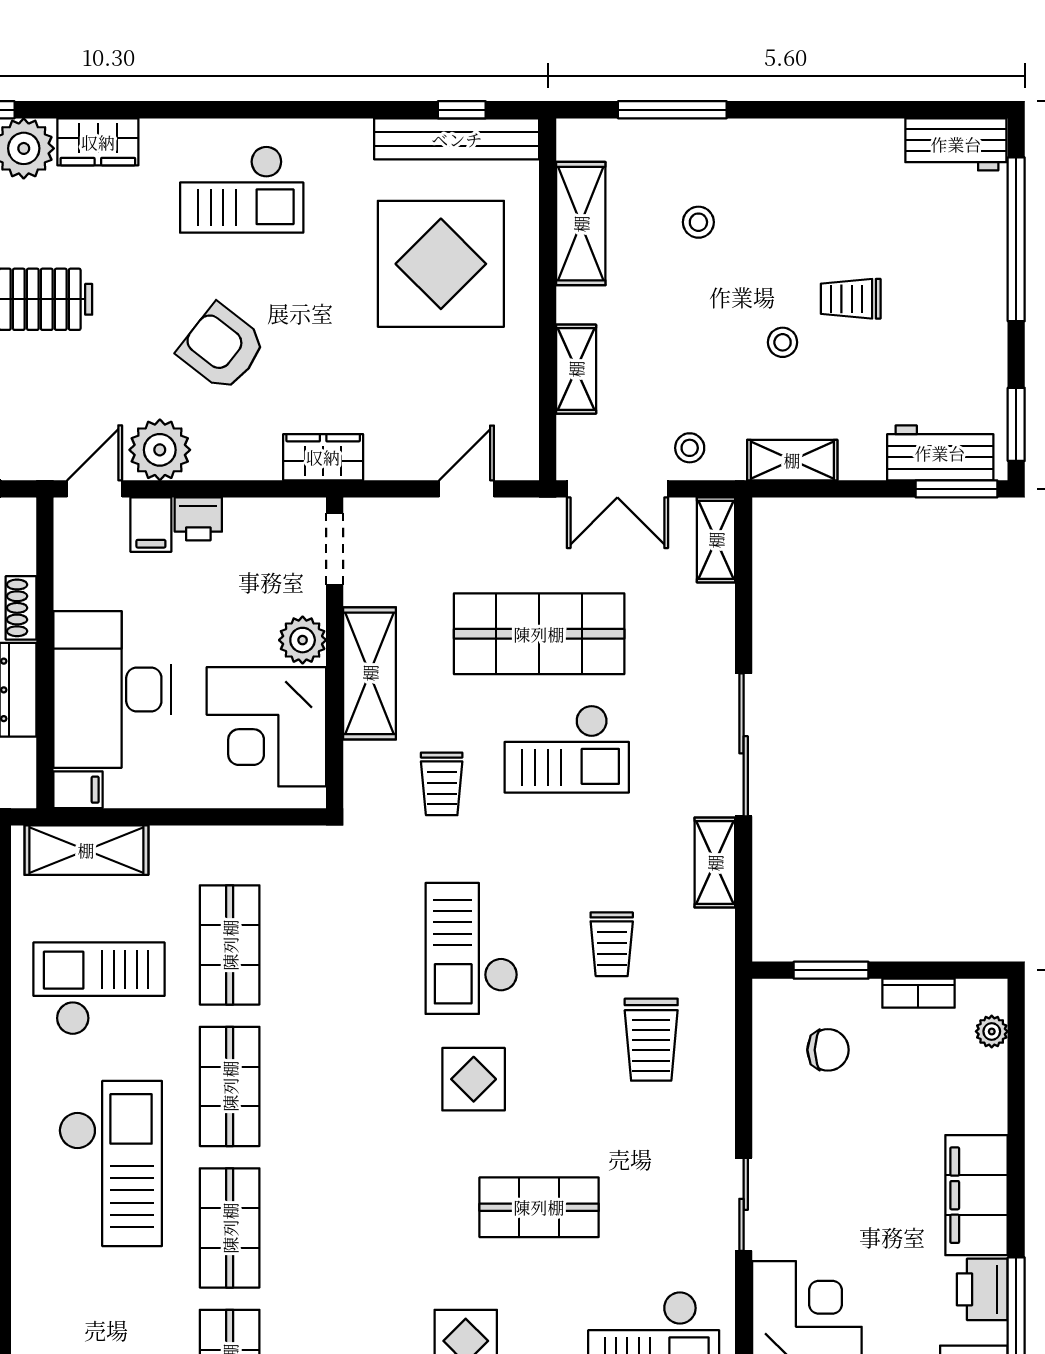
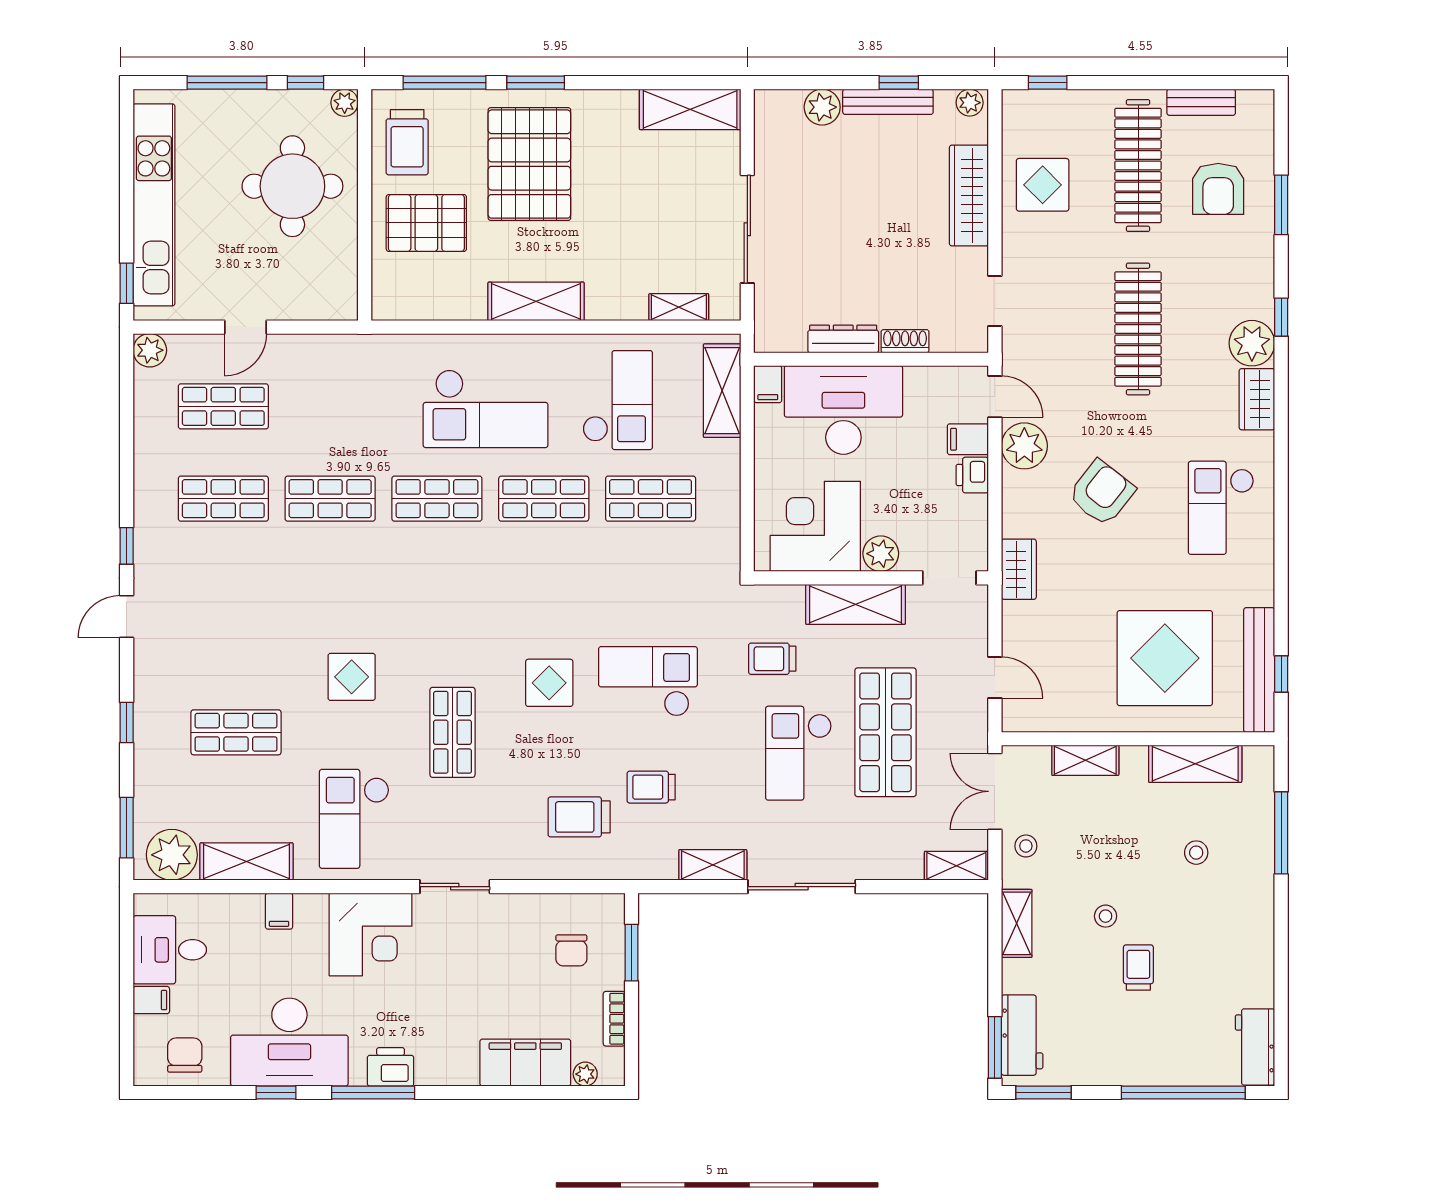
filing cabinet: (977, 1195) -> (525, 1063), moved

